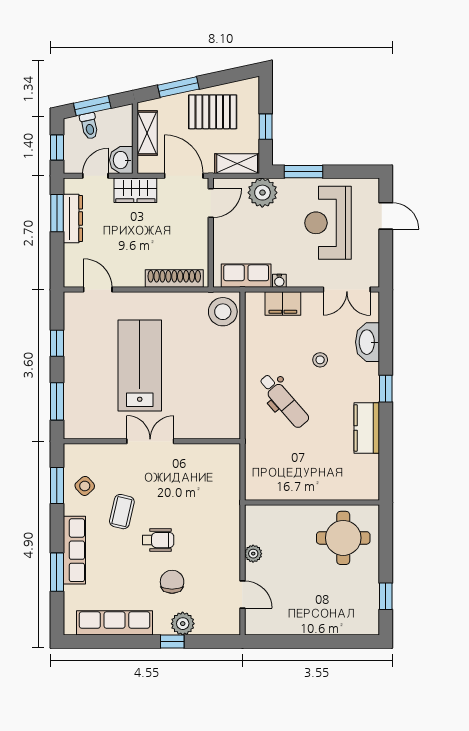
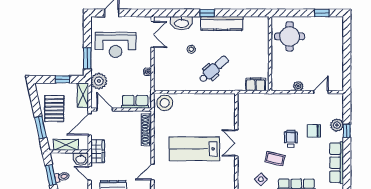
row of seats: (246, 276) -> (135, 102), moved, turned 90
filing cabinet: (283, 303) -> (256, 84), moved, turned -90
kitchen counter: (367, 428) -> (222, 23), width x1.50

